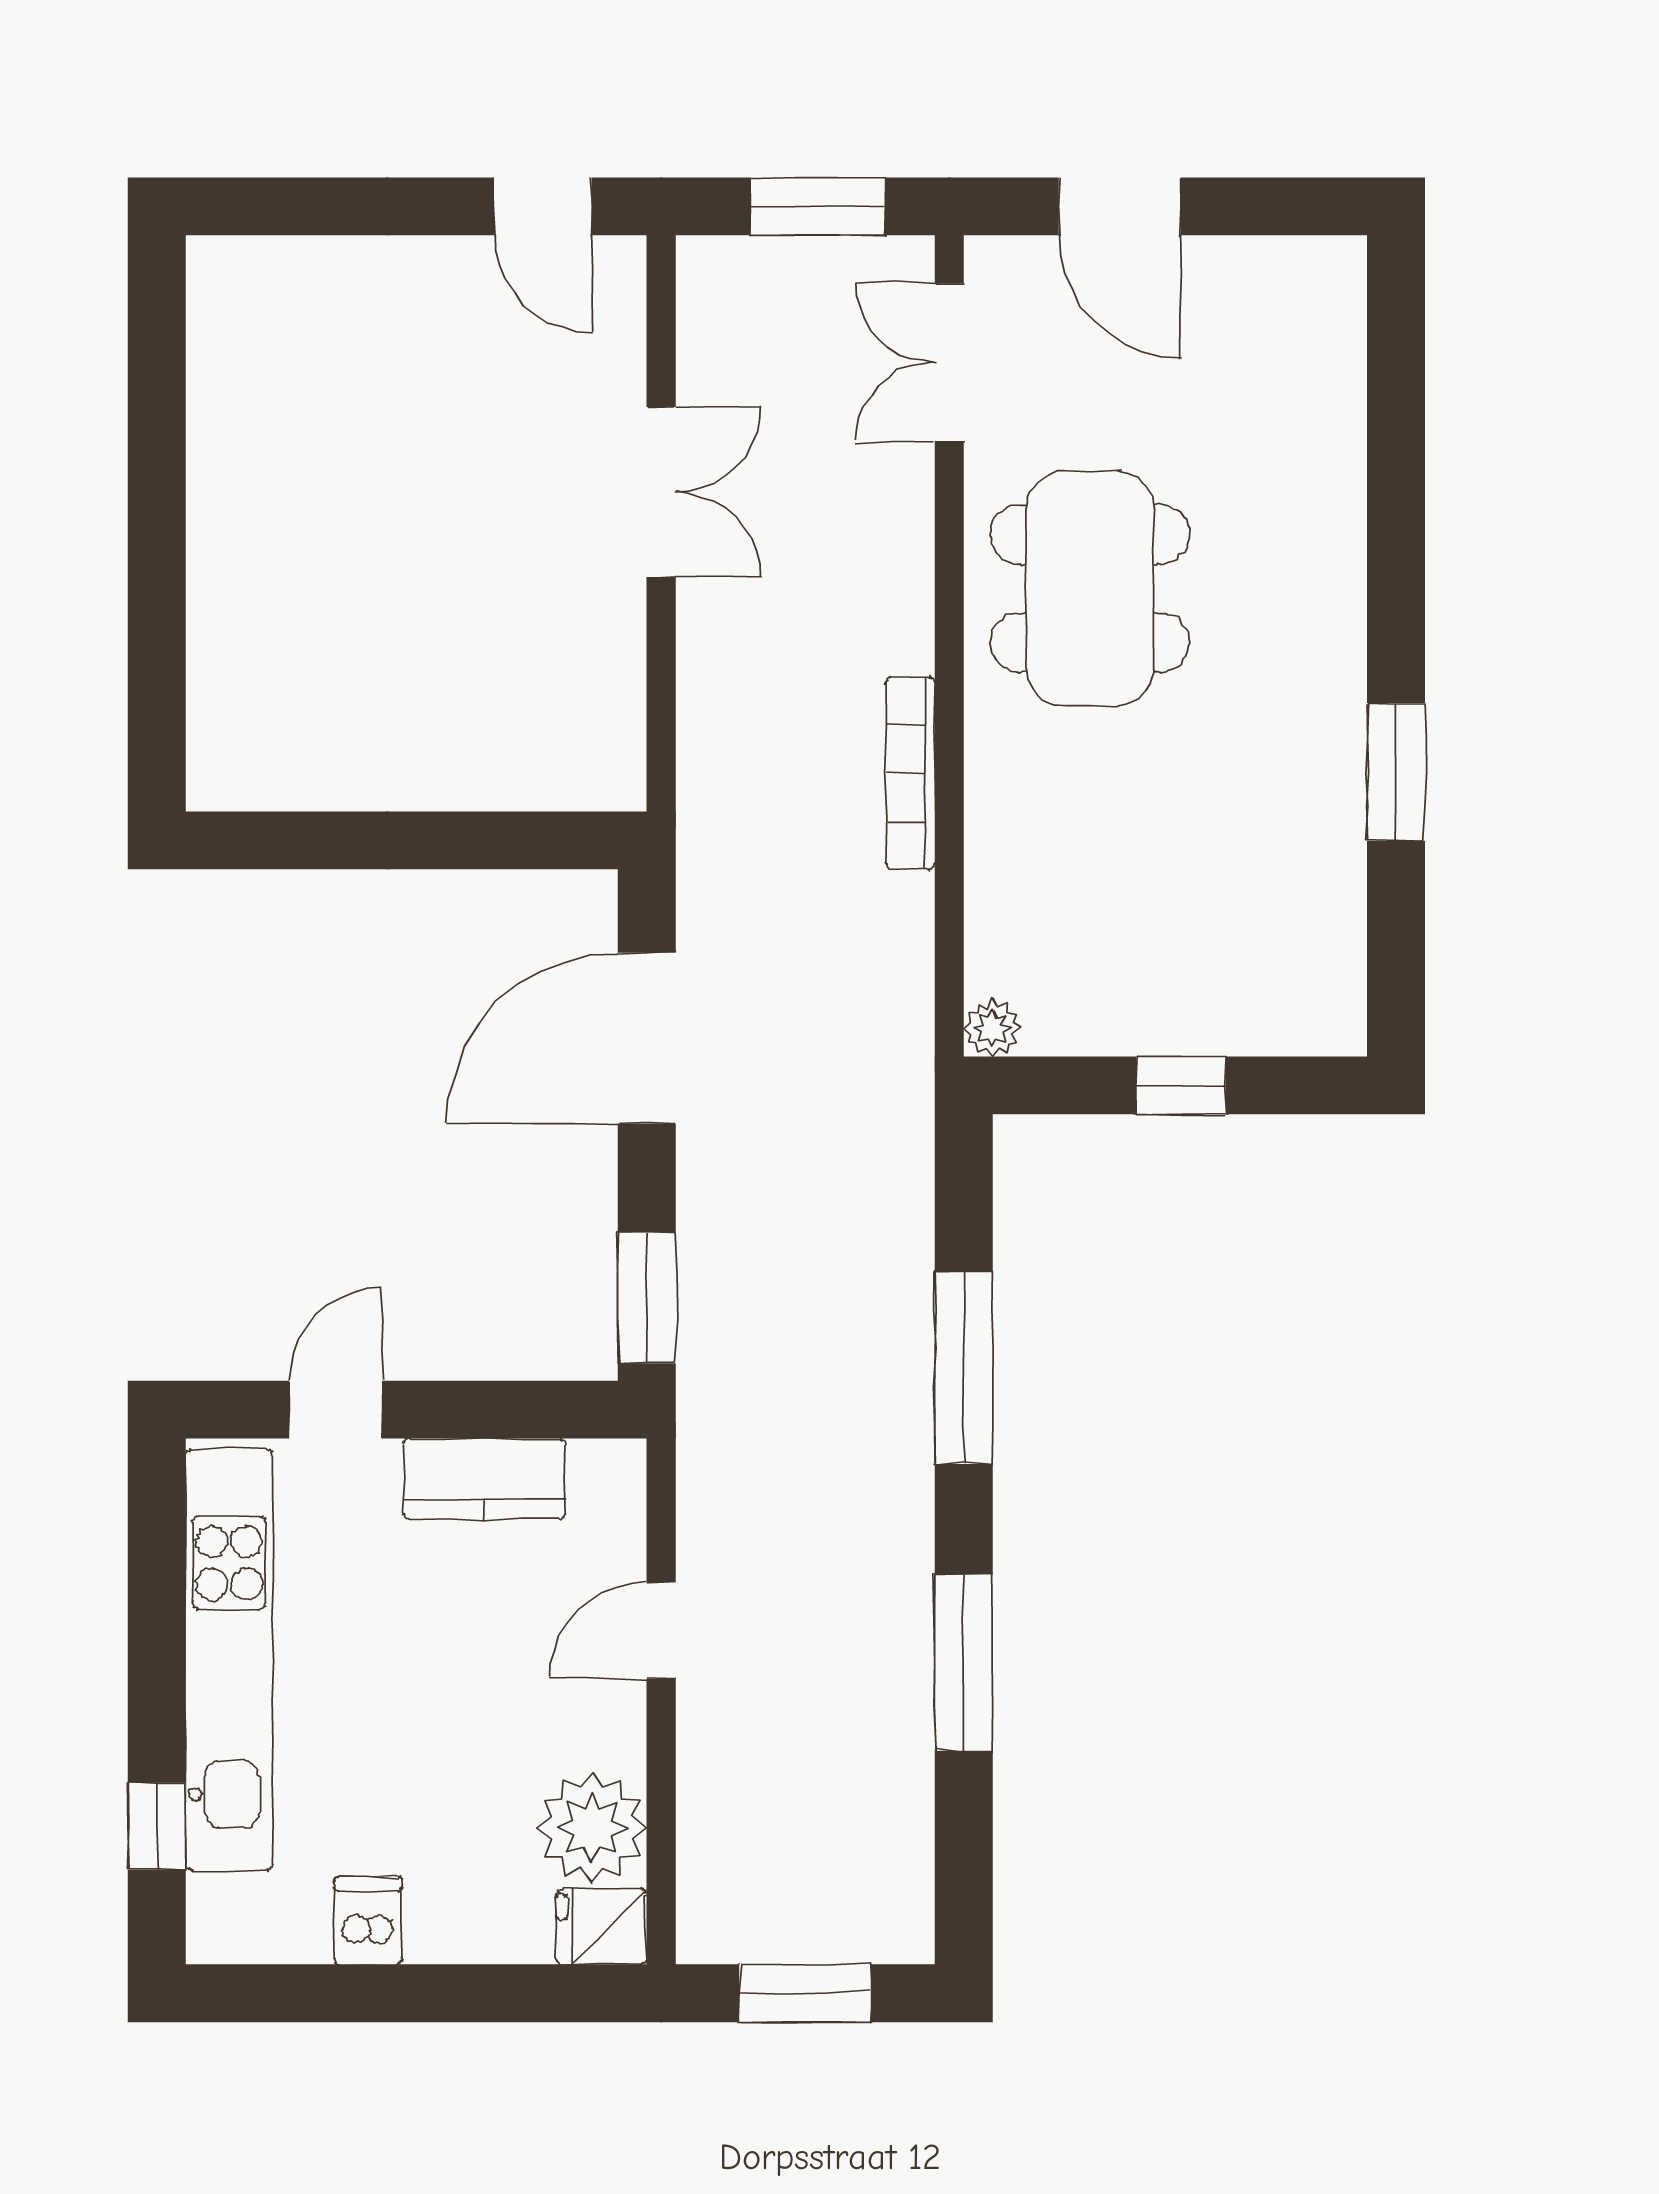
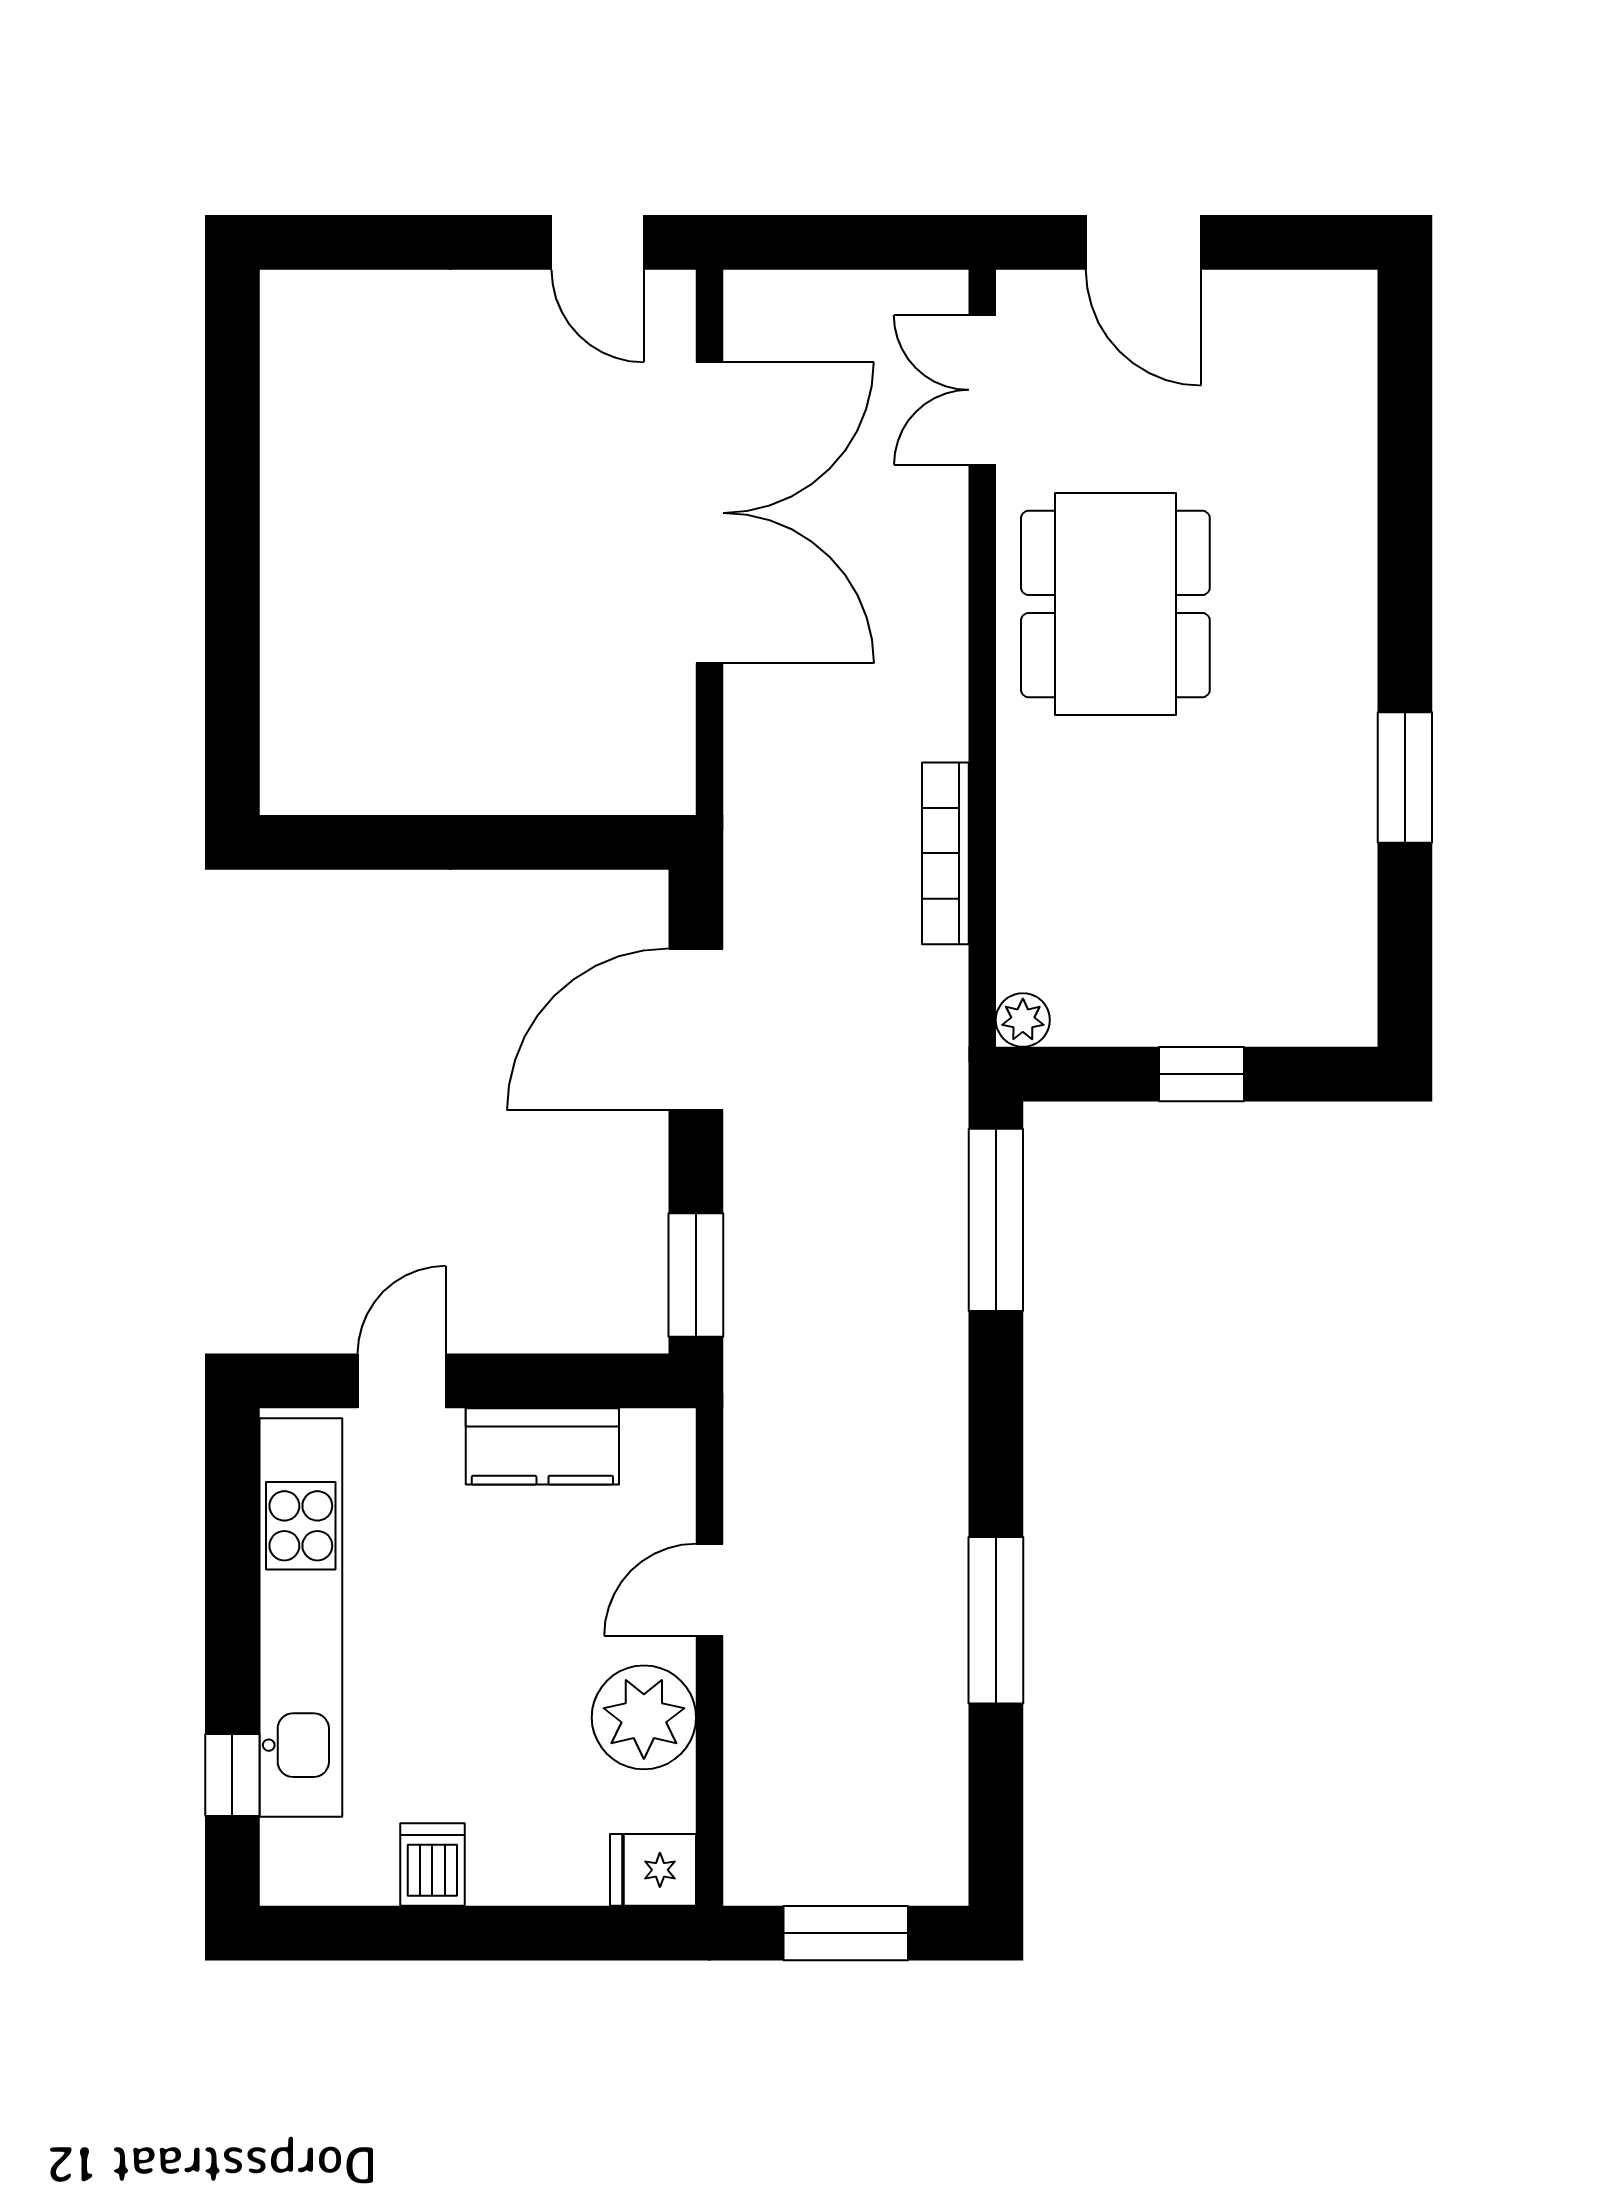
window: (818, 206) -> (858, 242), removed
double door: (661, 492) -> (710, 513), width x1.87
bookcase: (910, 773) -> (945, 853), moved
window: (964, 1368) -> (996, 1220), moved
plant: (592, 1828) -> (644, 1717), moved

